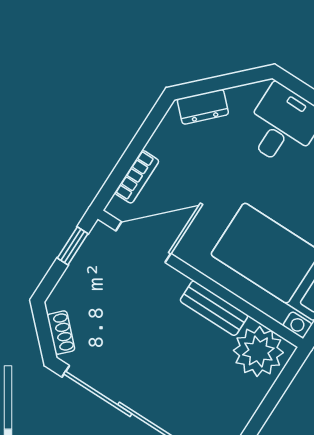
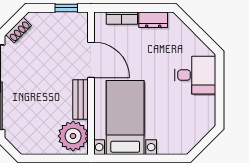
dresser: (203, 107) -> (153, 20), moved, turned -45
door: (143, 242) -> (91, 60), moved

